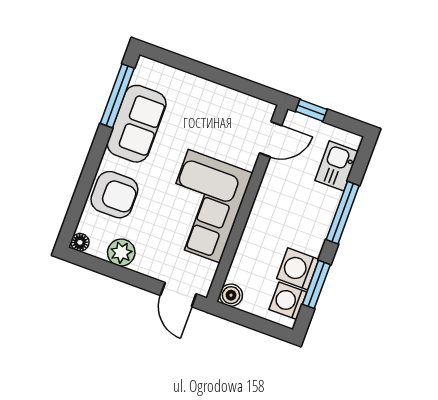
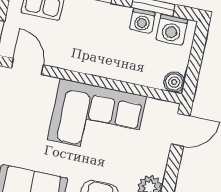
washing machine: (298, 269) -> (142, 21), width x0.73, depth x0.73

